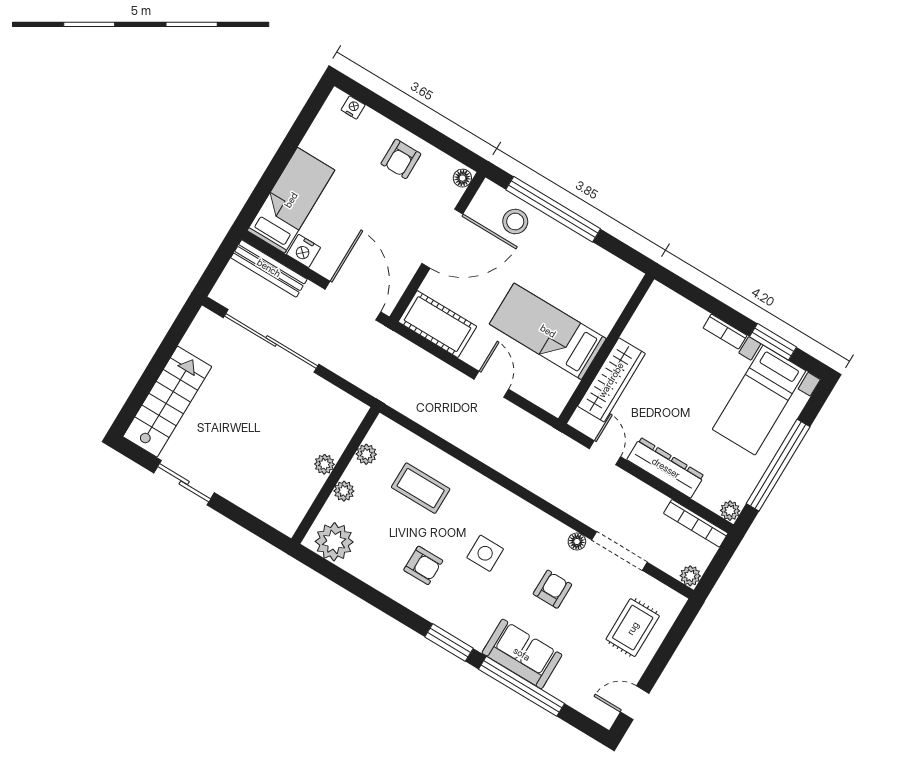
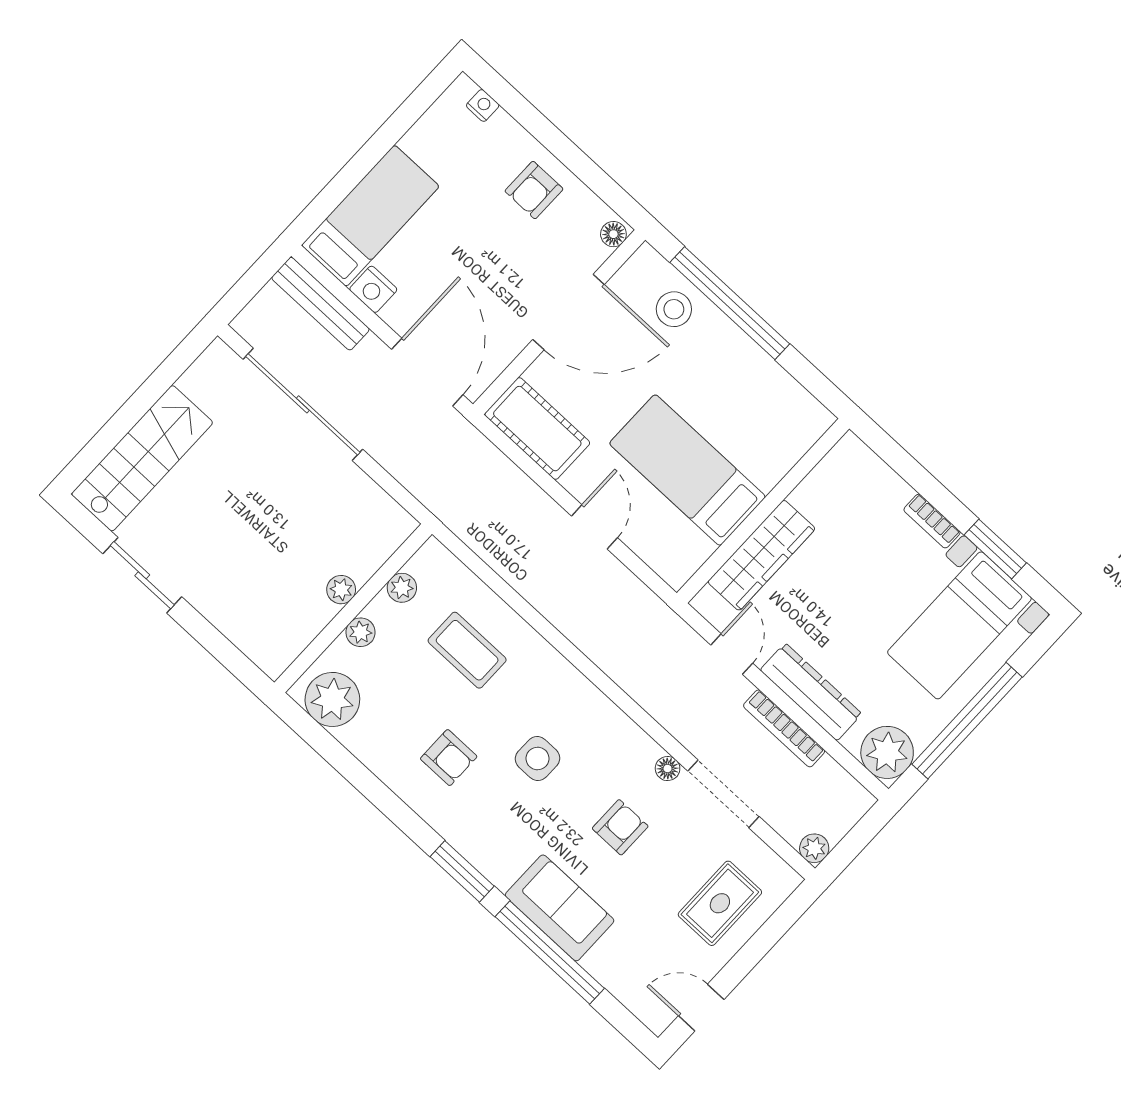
plant: (730, 511) -> (887, 752), width x1.87, depth x1.87
bookcase: (696, 523) -> (784, 728), moved

